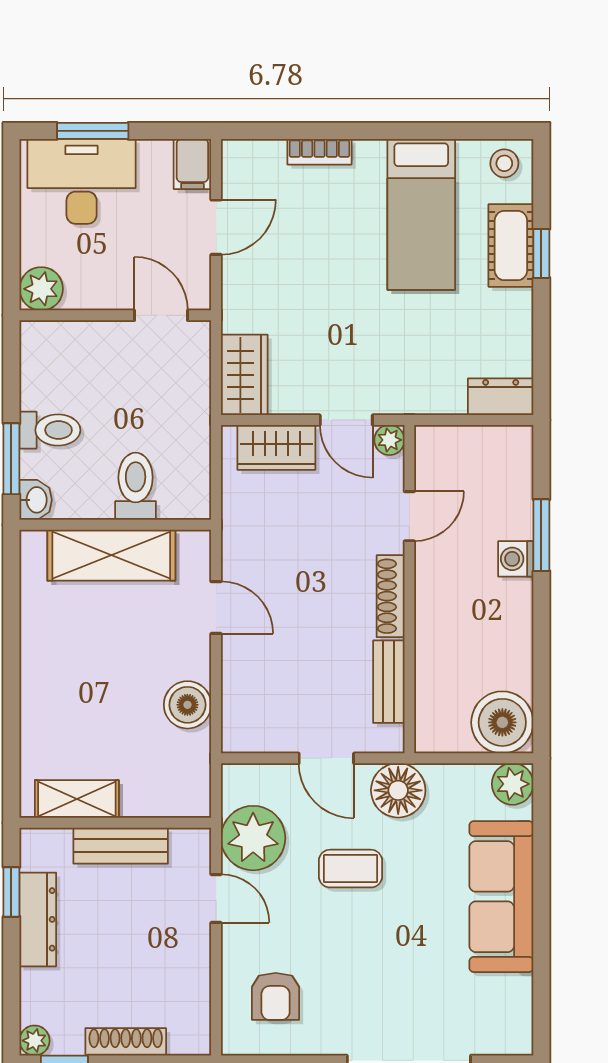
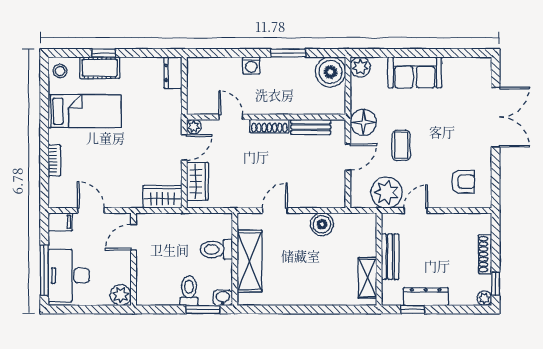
window: (93, 131) -> (44, 270), width x1.44
window: (541, 535) -> (288, 53), moved
sofa: (501, 897) -> (415, 72), width x0.73

